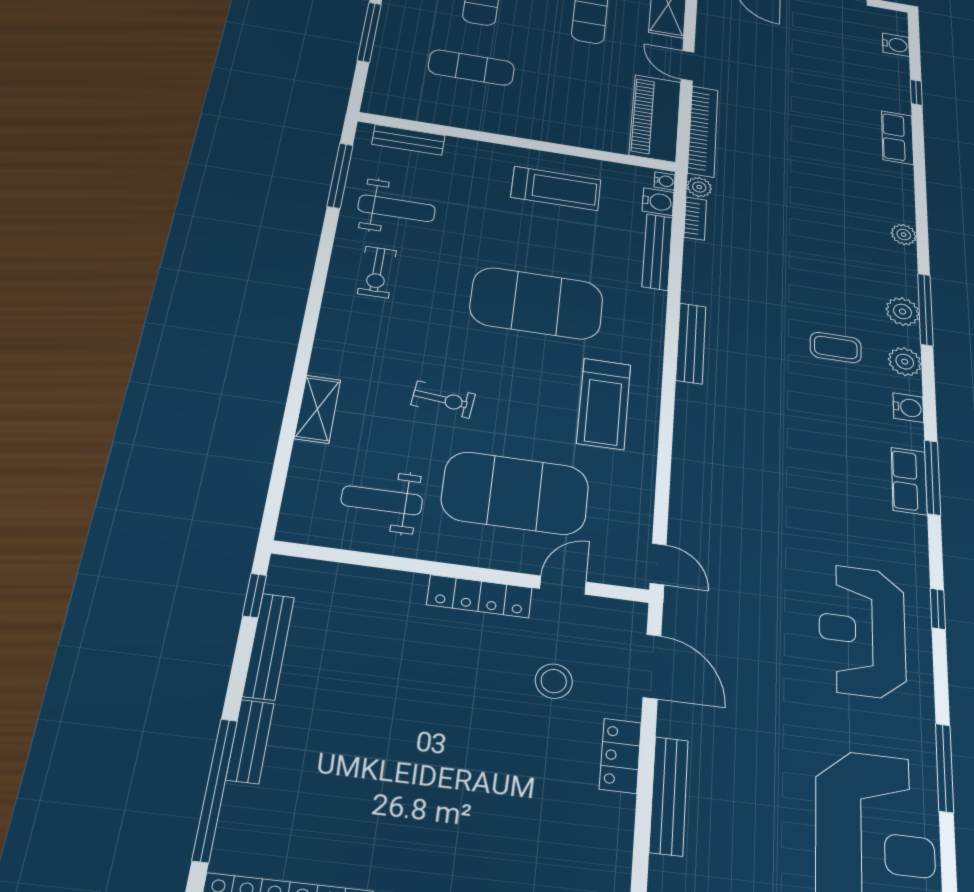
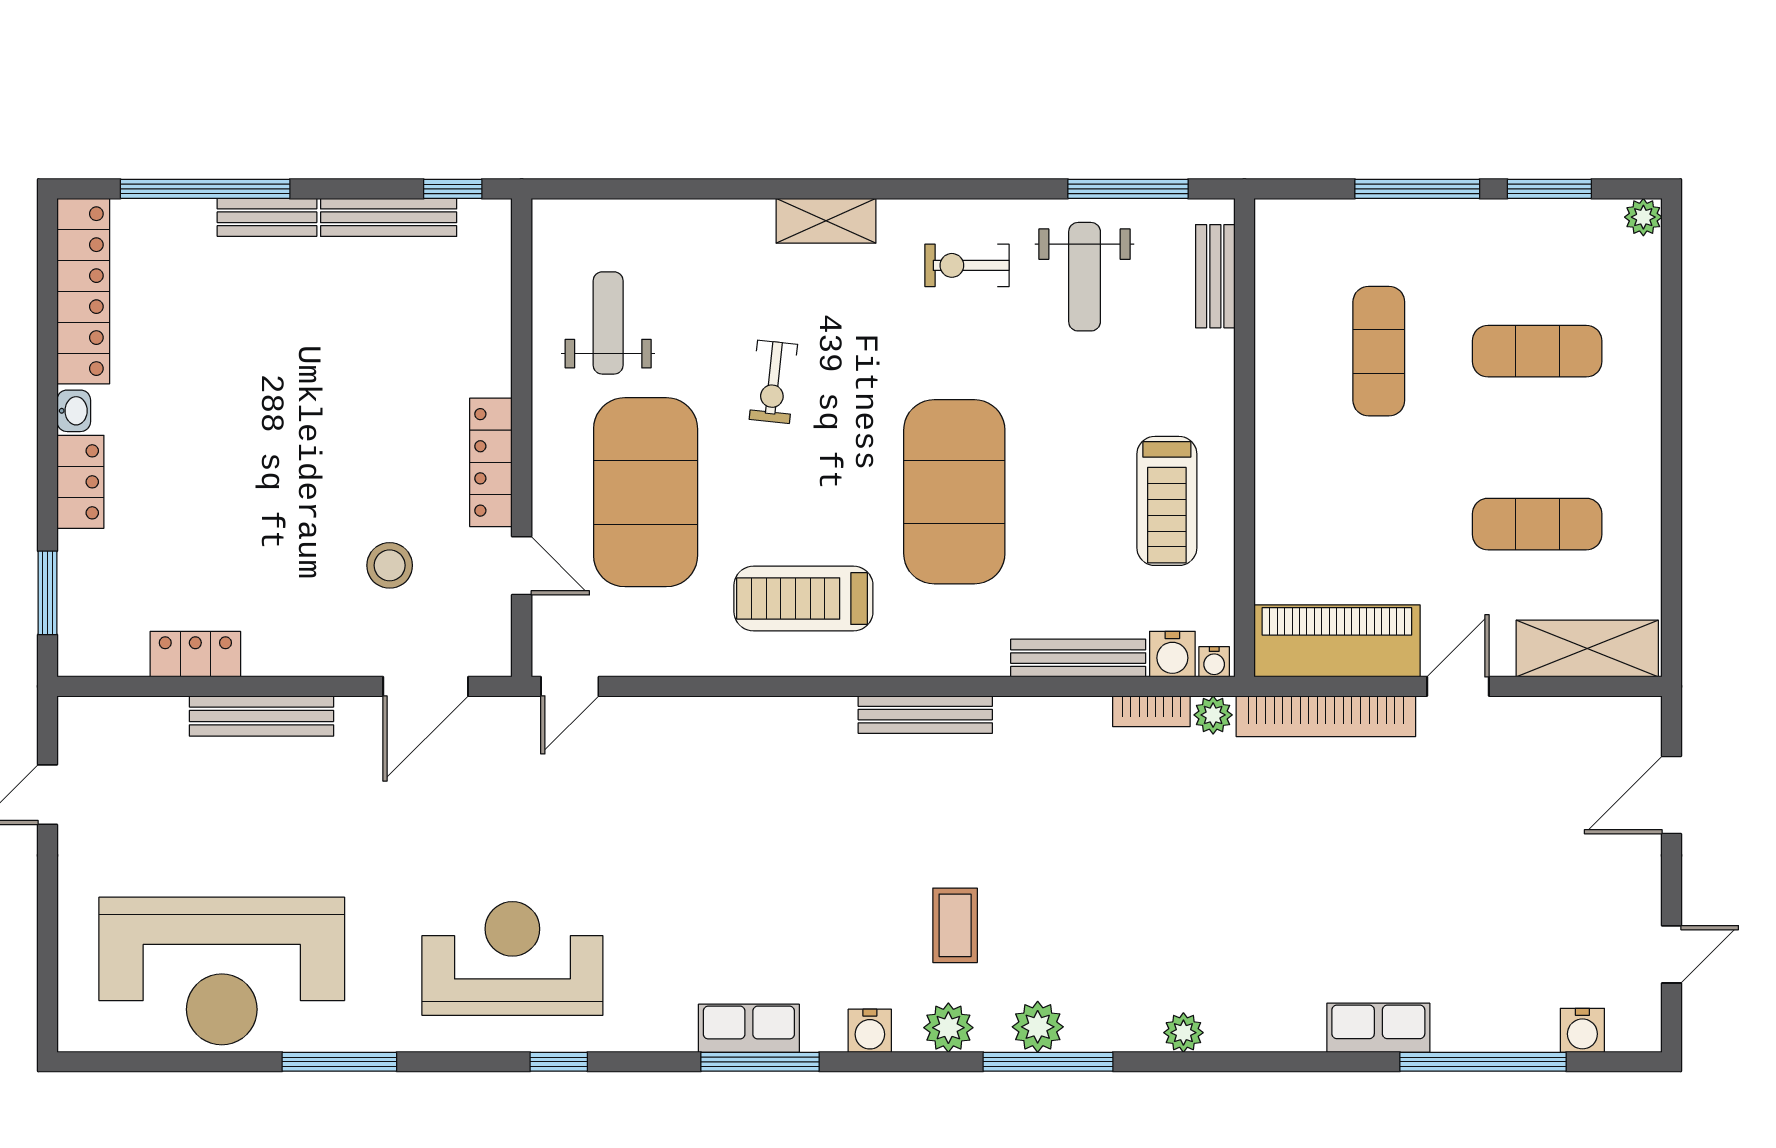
window: (916, 92) -> (1483, 1062), width x3.17
shelving: (317, 409) -> (826, 221), moved
locker: (620, 756) -> (195, 654), moved

